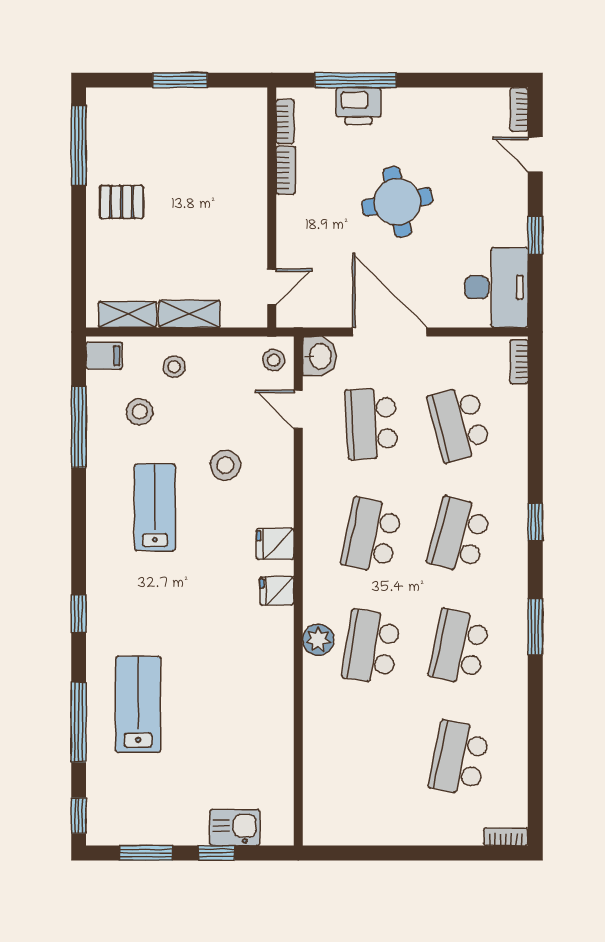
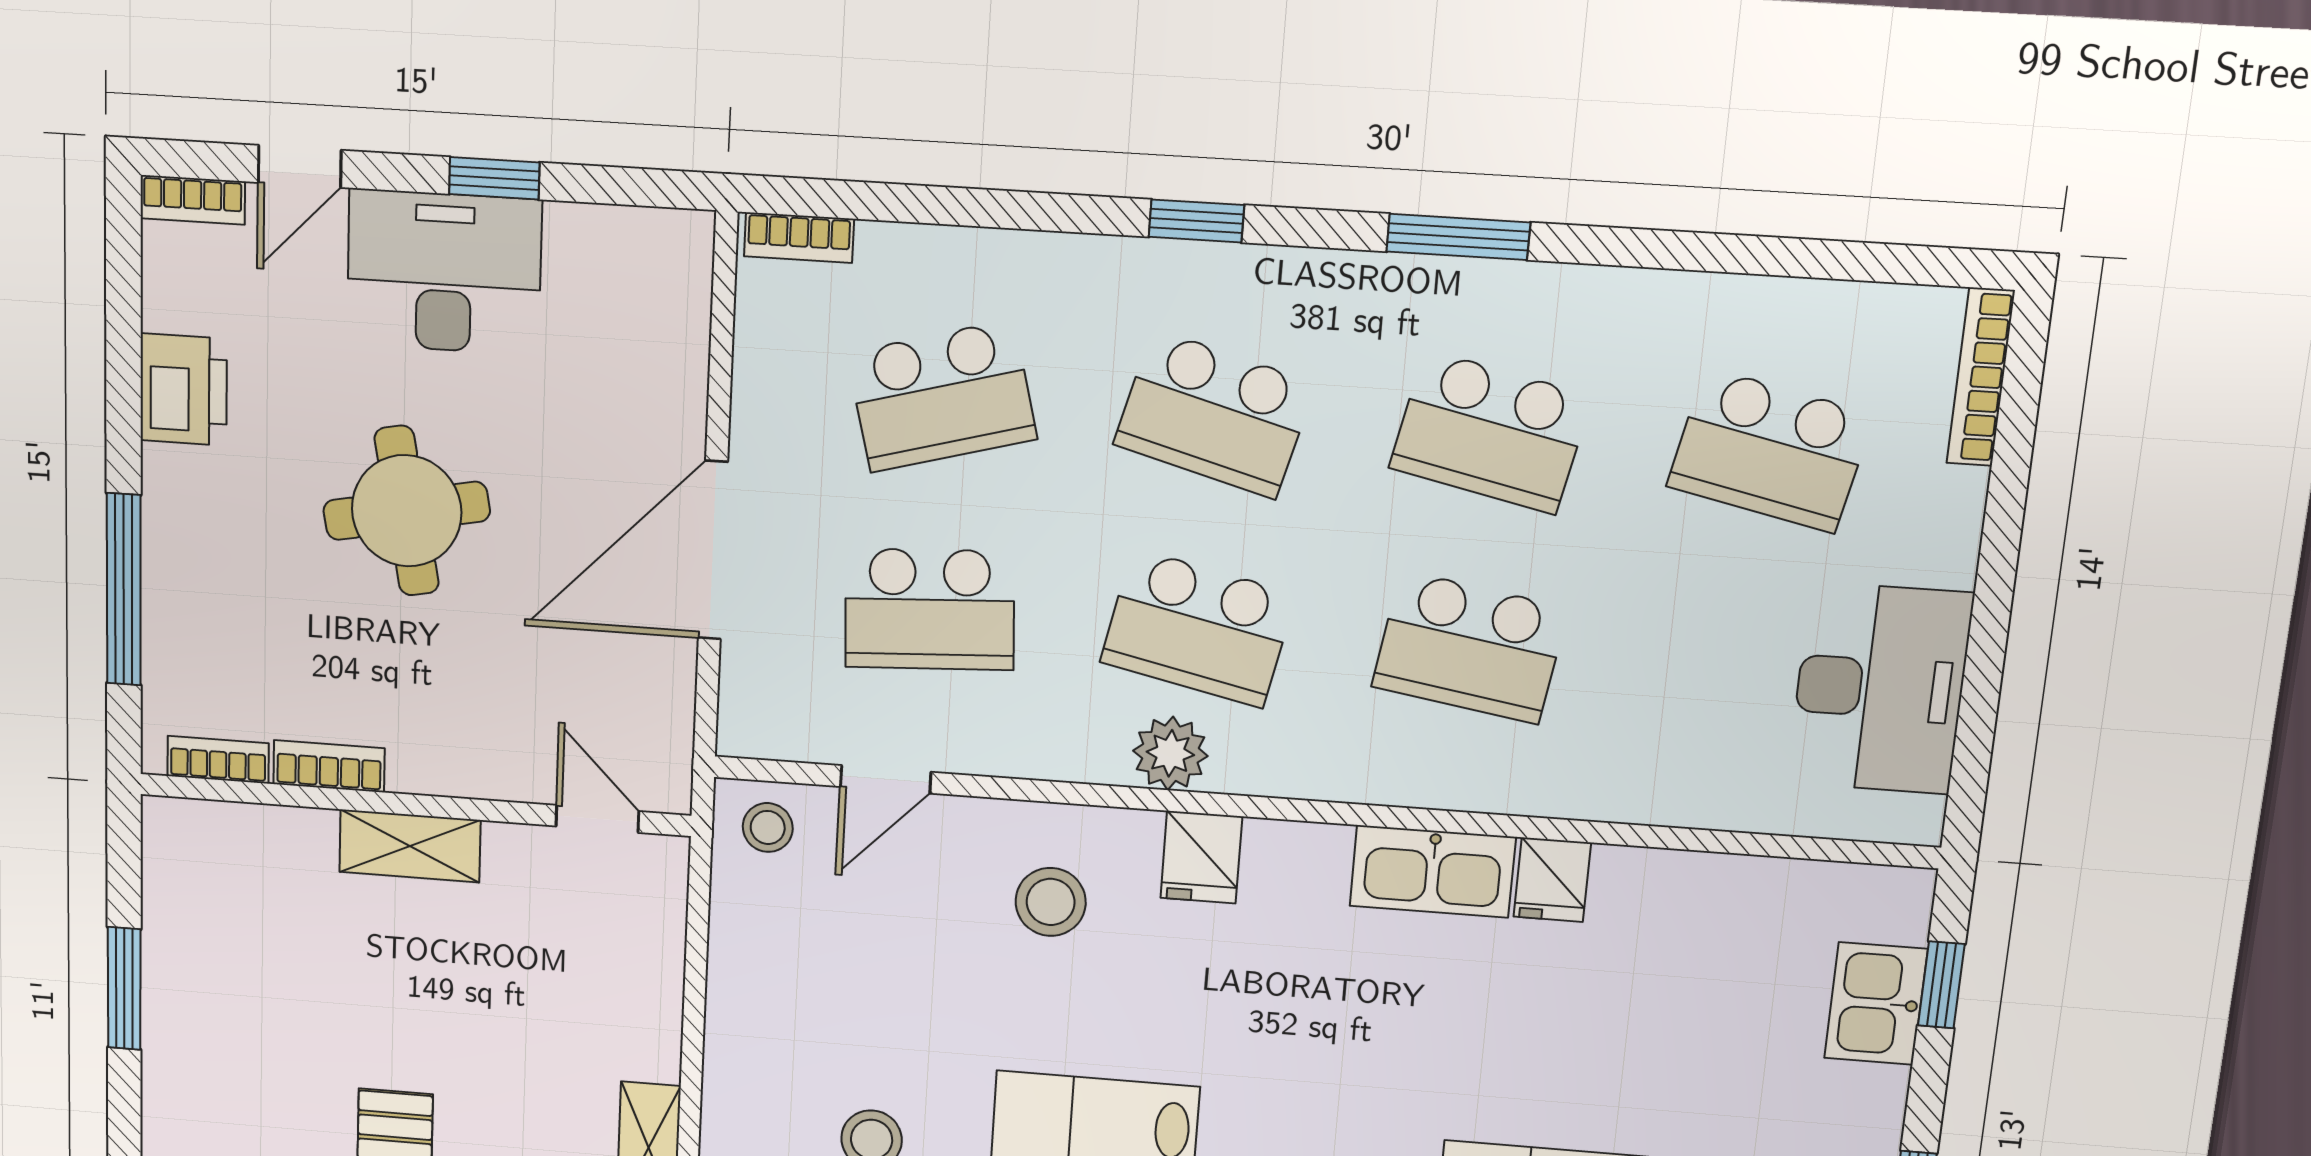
printer: (358, 106) -> (183, 390), moved
desk: (496, 287) -> (444, 272), moved
shelving: (189, 314) -> (410, 846), moved, turned 90
washbasin: (319, 356) -> (763, 721), removed
stool: (174, 367) -> (773, 1055), removed
stool: (225, 465) -> (1051, 902), moved
fridge: (277, 591) -> (1552, 880), moved
kitchen sink: (276, 640) -> (1433, 871), added
plant: (318, 640) -> (1170, 753), moved
desk: (366, 813) -> (1880, 688), added
bookcase: (506, 837) -> (1981, 377), width x1.56
window: (216, 853) -> (1941, 985), moved

